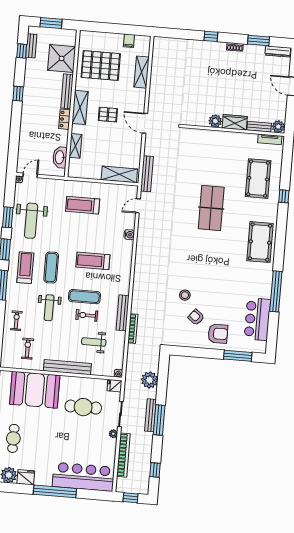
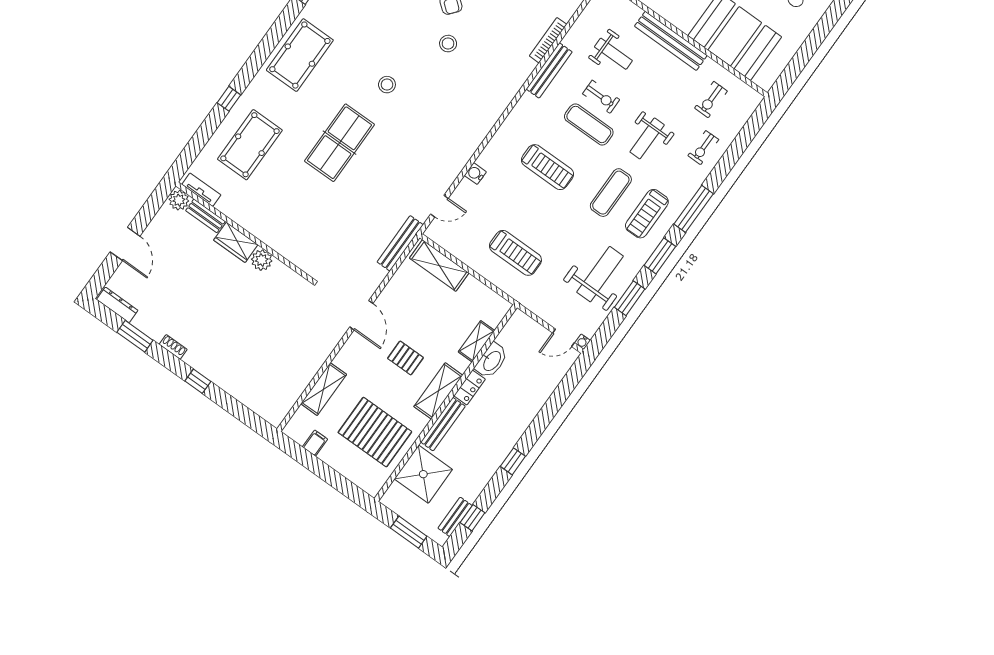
washbasin: (60, 157) -> (492, 361), moved
stool: (204, 254) -> (387, 85), added
weight bench: (49, 308) -> (647, 138), turned 180

